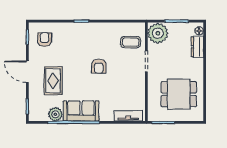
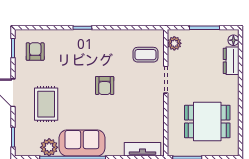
plant: (158, 33) -> (174, 43), width x0.53, depth x0.53

